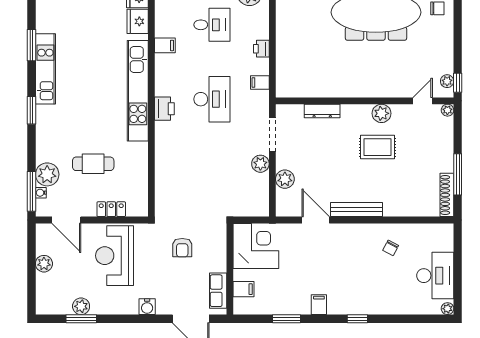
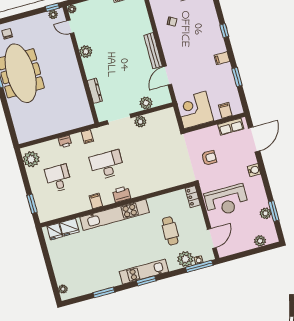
filing cabinet: (165, 45) -> (96, 201), moved
kitchen unit: (45, 69) -> (144, 272), moved
rug: (377, 147) -> (109, 48), removed
locker: (111, 209) -> (193, 197), moved
plant: (44, 264) -> (260, 241), moved

